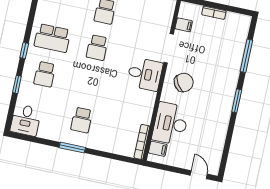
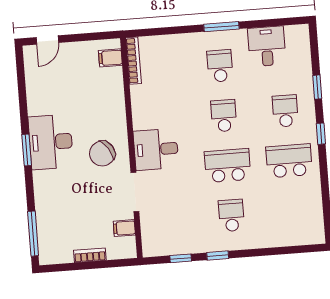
school desk: (97, 48) -> (228, 166), width x1.85
window: (246, 56) -> (33, 234), moved
school desk: (89, 84) -> (224, 116), added
desk: (26, 120) -> (267, 46), moved
desk: (171, 124) -> (51, 142), moved, turned 180
door: (199, 175) -> (47, 40), hinge flipped

